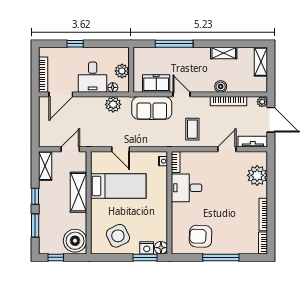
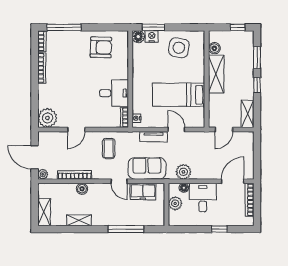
tv unit: (253, 142) -> (154, 137), moved
plant: (257, 175) -> (47, 118), moved
shelving: (79, 192) -> (216, 74), moved
side table: (118, 236) -> (179, 48), turned 37
boiler: (75, 241) -> (214, 48), width x0.54, depth x0.54
window: (221, 257) -> (64, 27), moved

